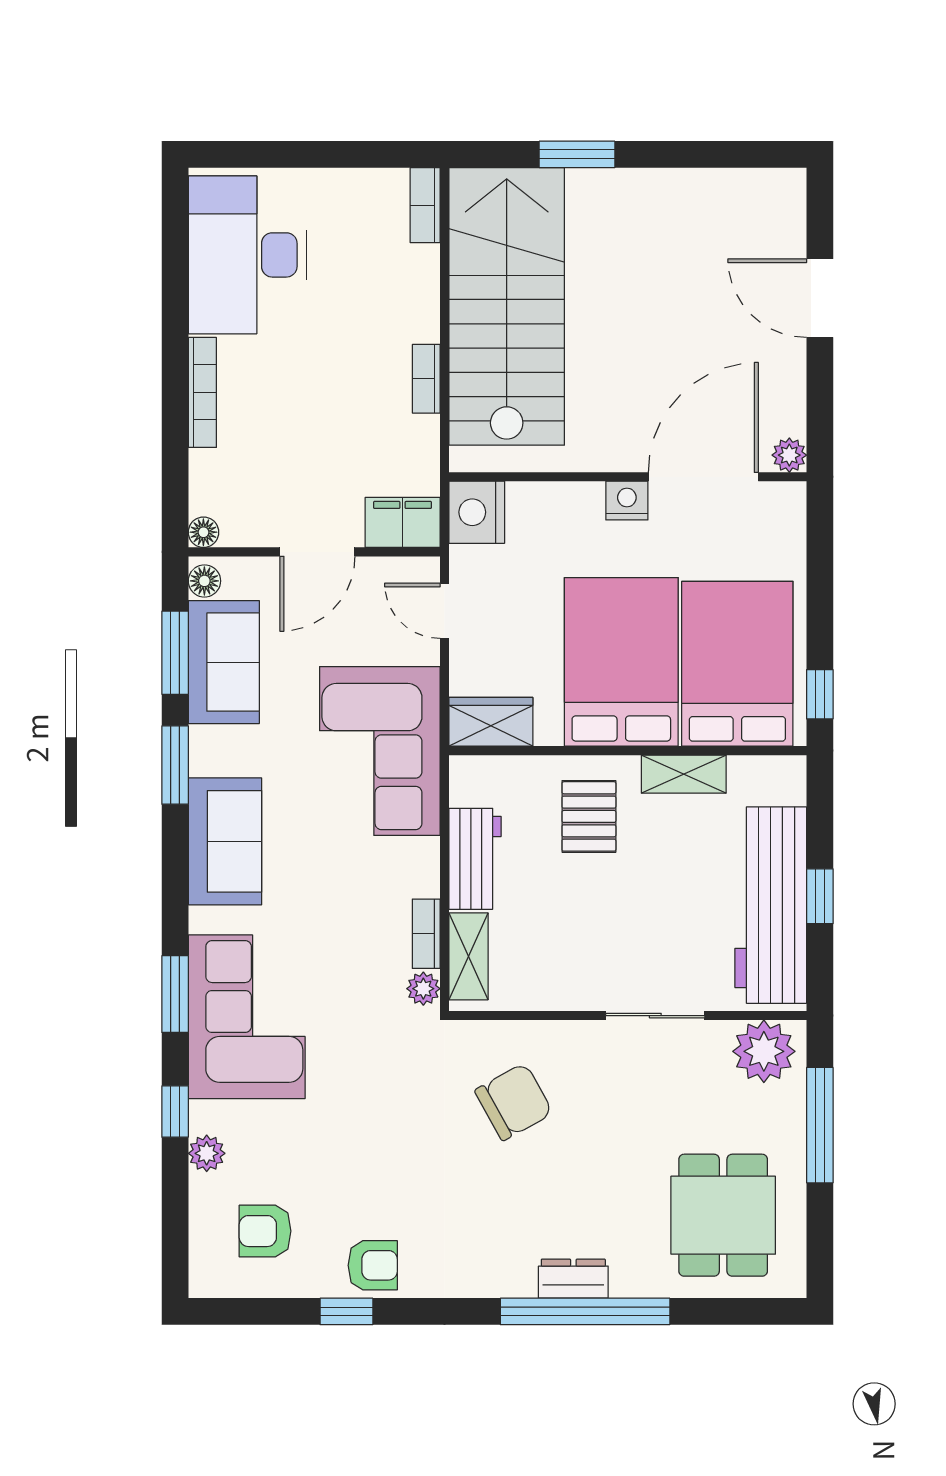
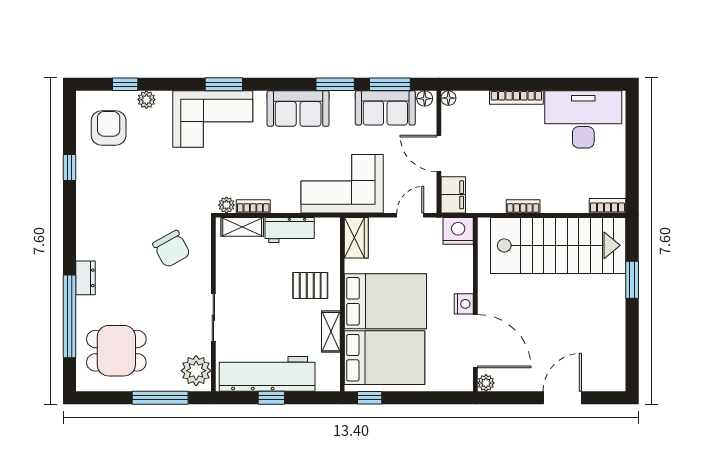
window: (175, 1112) -> (125, 84), moved
armchair: (265, 1231) -> (109, 128), width x1.38, depth x1.38
armchair: (373, 1265) -> (92, 180), removed
window: (585, 1311) -> (70, 316), moved

